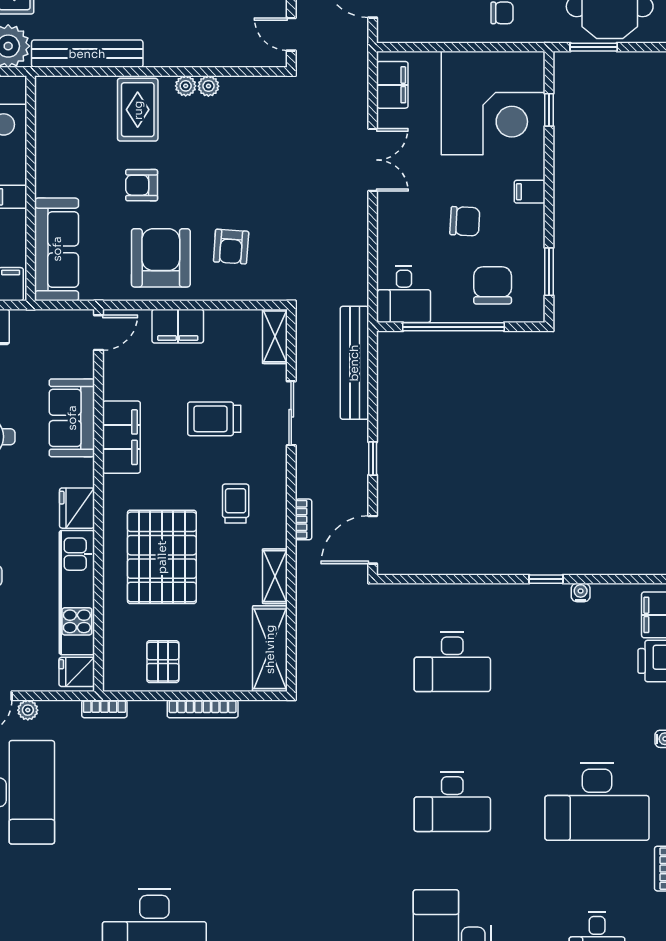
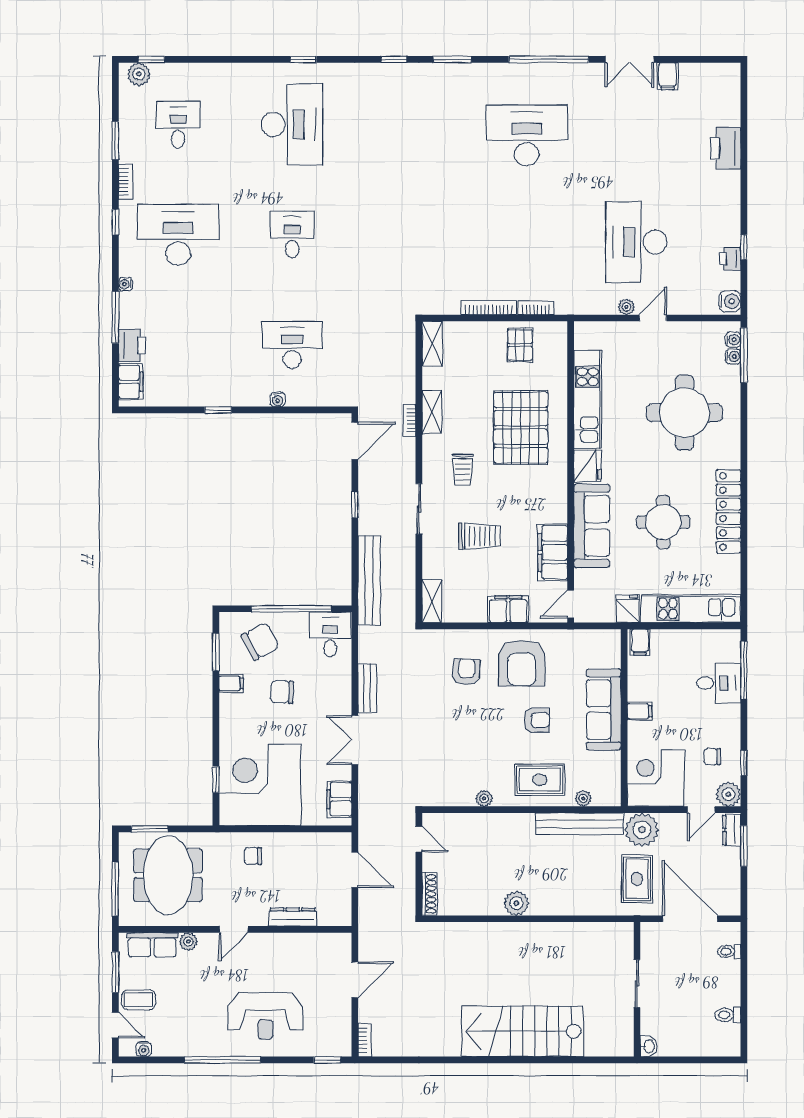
window: (594, 47) -> (150, 829), moved
plant: (186, 86) -> (583, 798), moved
rug: (138, 110) -> (540, 780), turned 90
filing cabinet: (530, 192) -> (231, 683), moved
bench: (357, 226) -> (367, 688), added
sofa: (57, 249) -> (604, 710), moved
chair: (493, 285) -> (260, 641), turned -118
sliding door: (291, 413) -> (419, 509), moved
sofa: (72, 418) -> (592, 526), width x1.36
filing cabinet: (121, 437) -> (553, 552), moved
bookcase: (303, 519) -> (409, 420), moved
water cooler: (581, 592) -> (278, 399), moved
shelving: (270, 649) -> (432, 344), width x0.67, depth x0.75
fridge: (77, 672) -> (628, 609), moved, turned -90
bookcase: (104, 709) -> (536, 308), moved
desk: (452, 802) -> (292, 235), width x0.73

